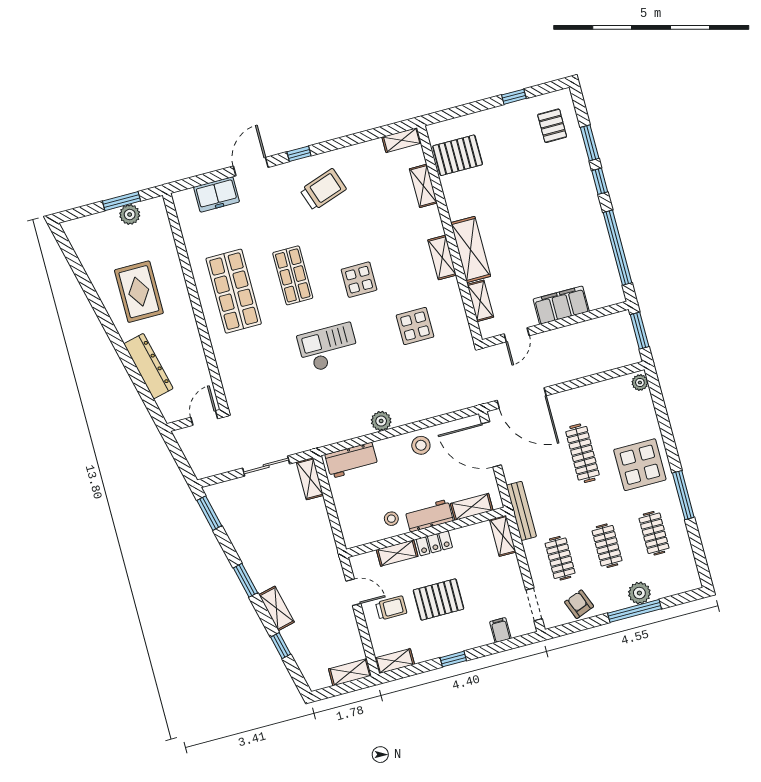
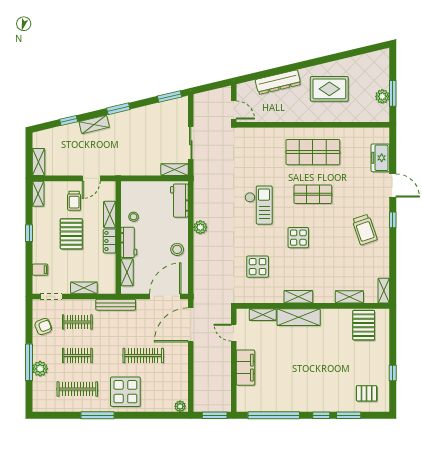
clothes rail: (654, 533) -> (77, 389), width x1.36
shelving: (503, 536) -> (84, 288), moved

